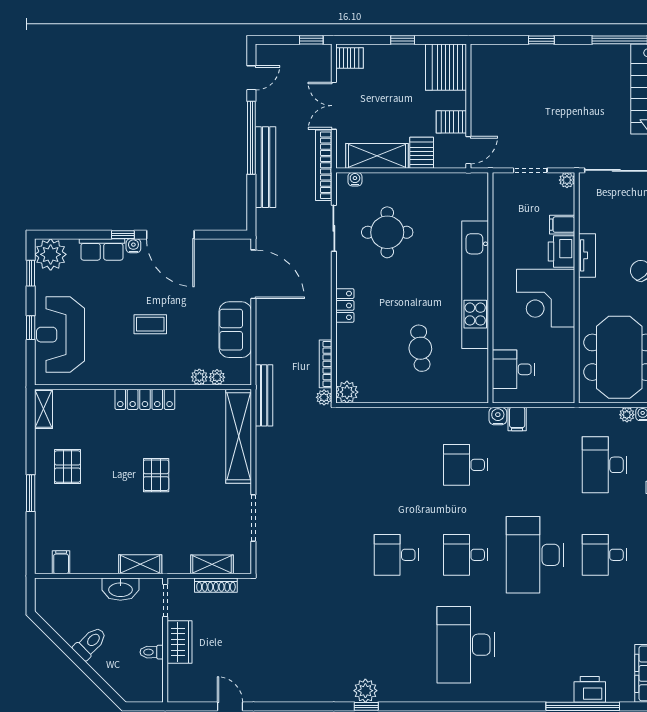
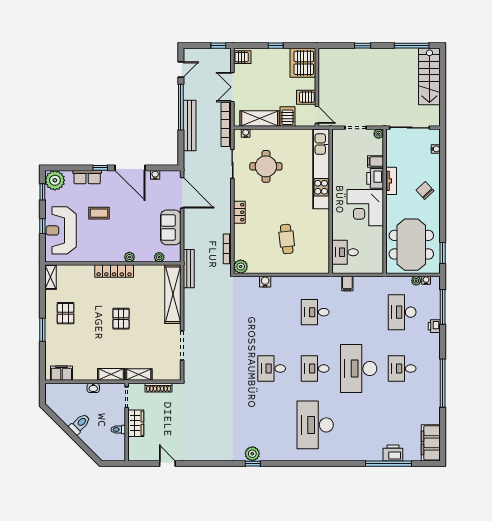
door: (468, 150) -> (317, 115), hinge flipped
water cooler: (133, 246) -> (155, 175), moved
kitchen unit: (475, 285) -> (321, 169), moved
coffee table: (150, 324) -> (99, 213), moved
plant: (199, 377) -> (129, 257), moved
plant: (324, 397) -> (226, 270), removed
water cooler: (498, 416) -> (265, 282), moved
filing cabinet: (61, 562) -> (61, 373), width x2.00
shelving: (212, 564) -> (139, 375), moved
washbasin: (120, 589) -> (93, 388), width x0.52, depth x0.69

